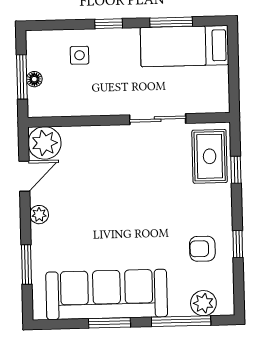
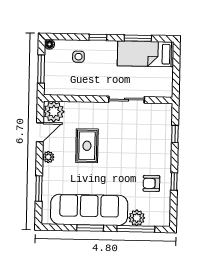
floor lamp: (34, 79) -> (50, 44), moved
rug: (210, 156) -> (87, 146), moved
plant: (203, 303) -> (137, 218), moved

